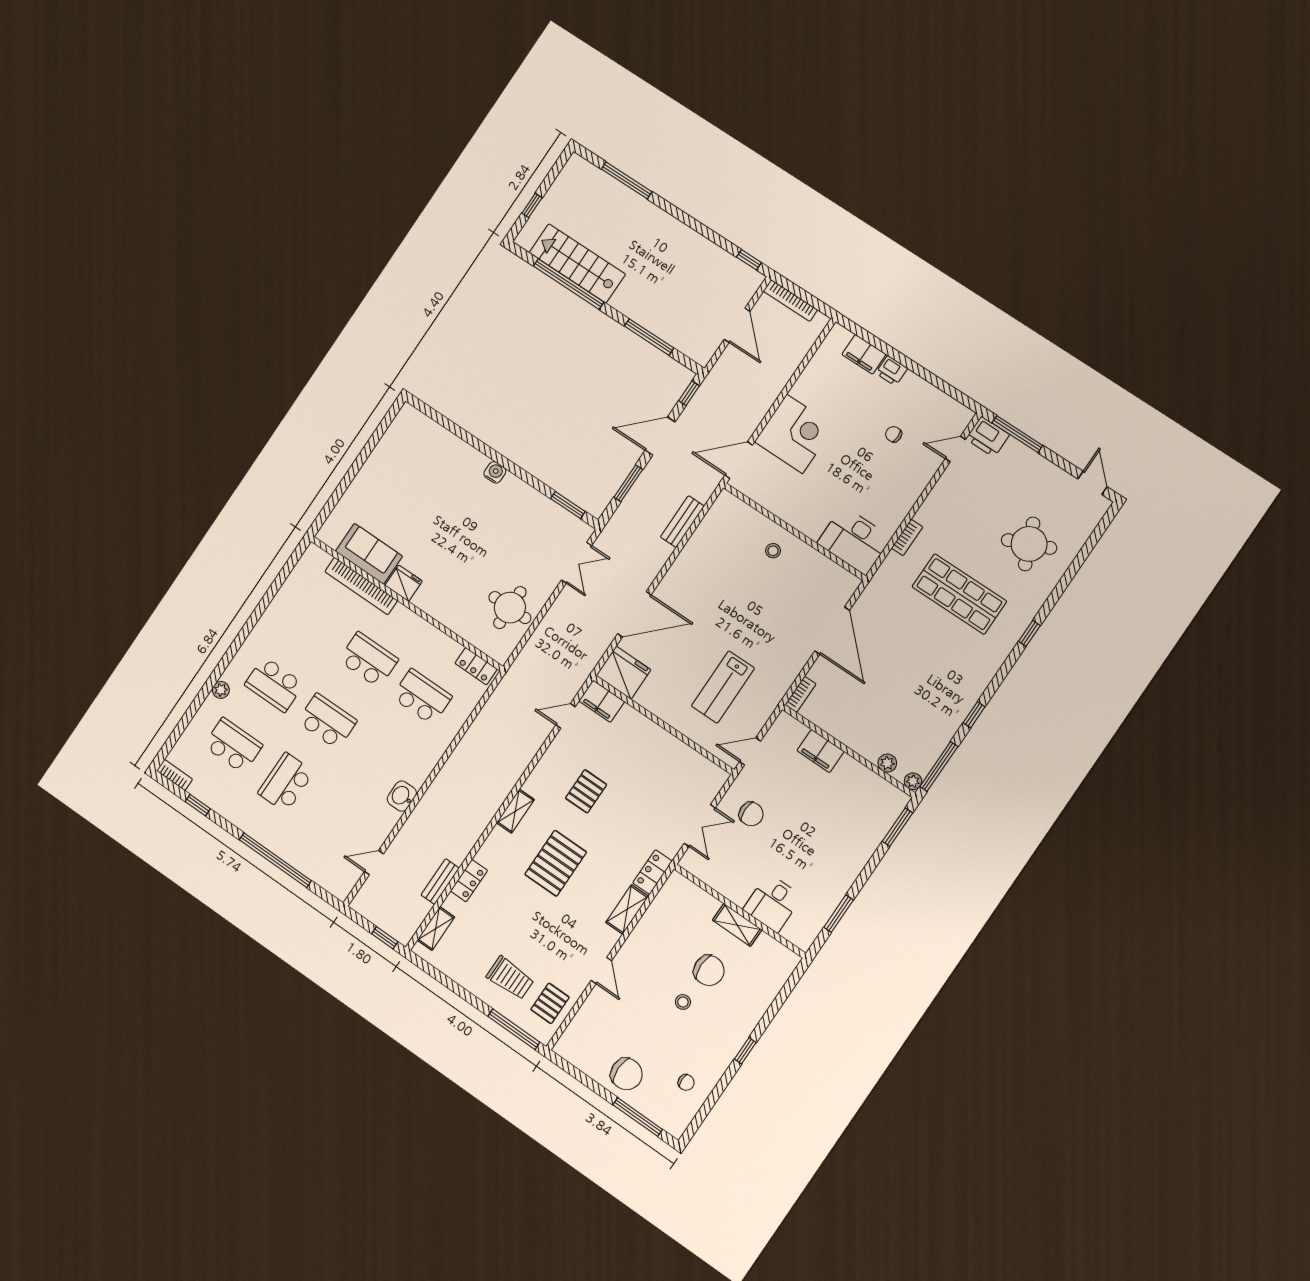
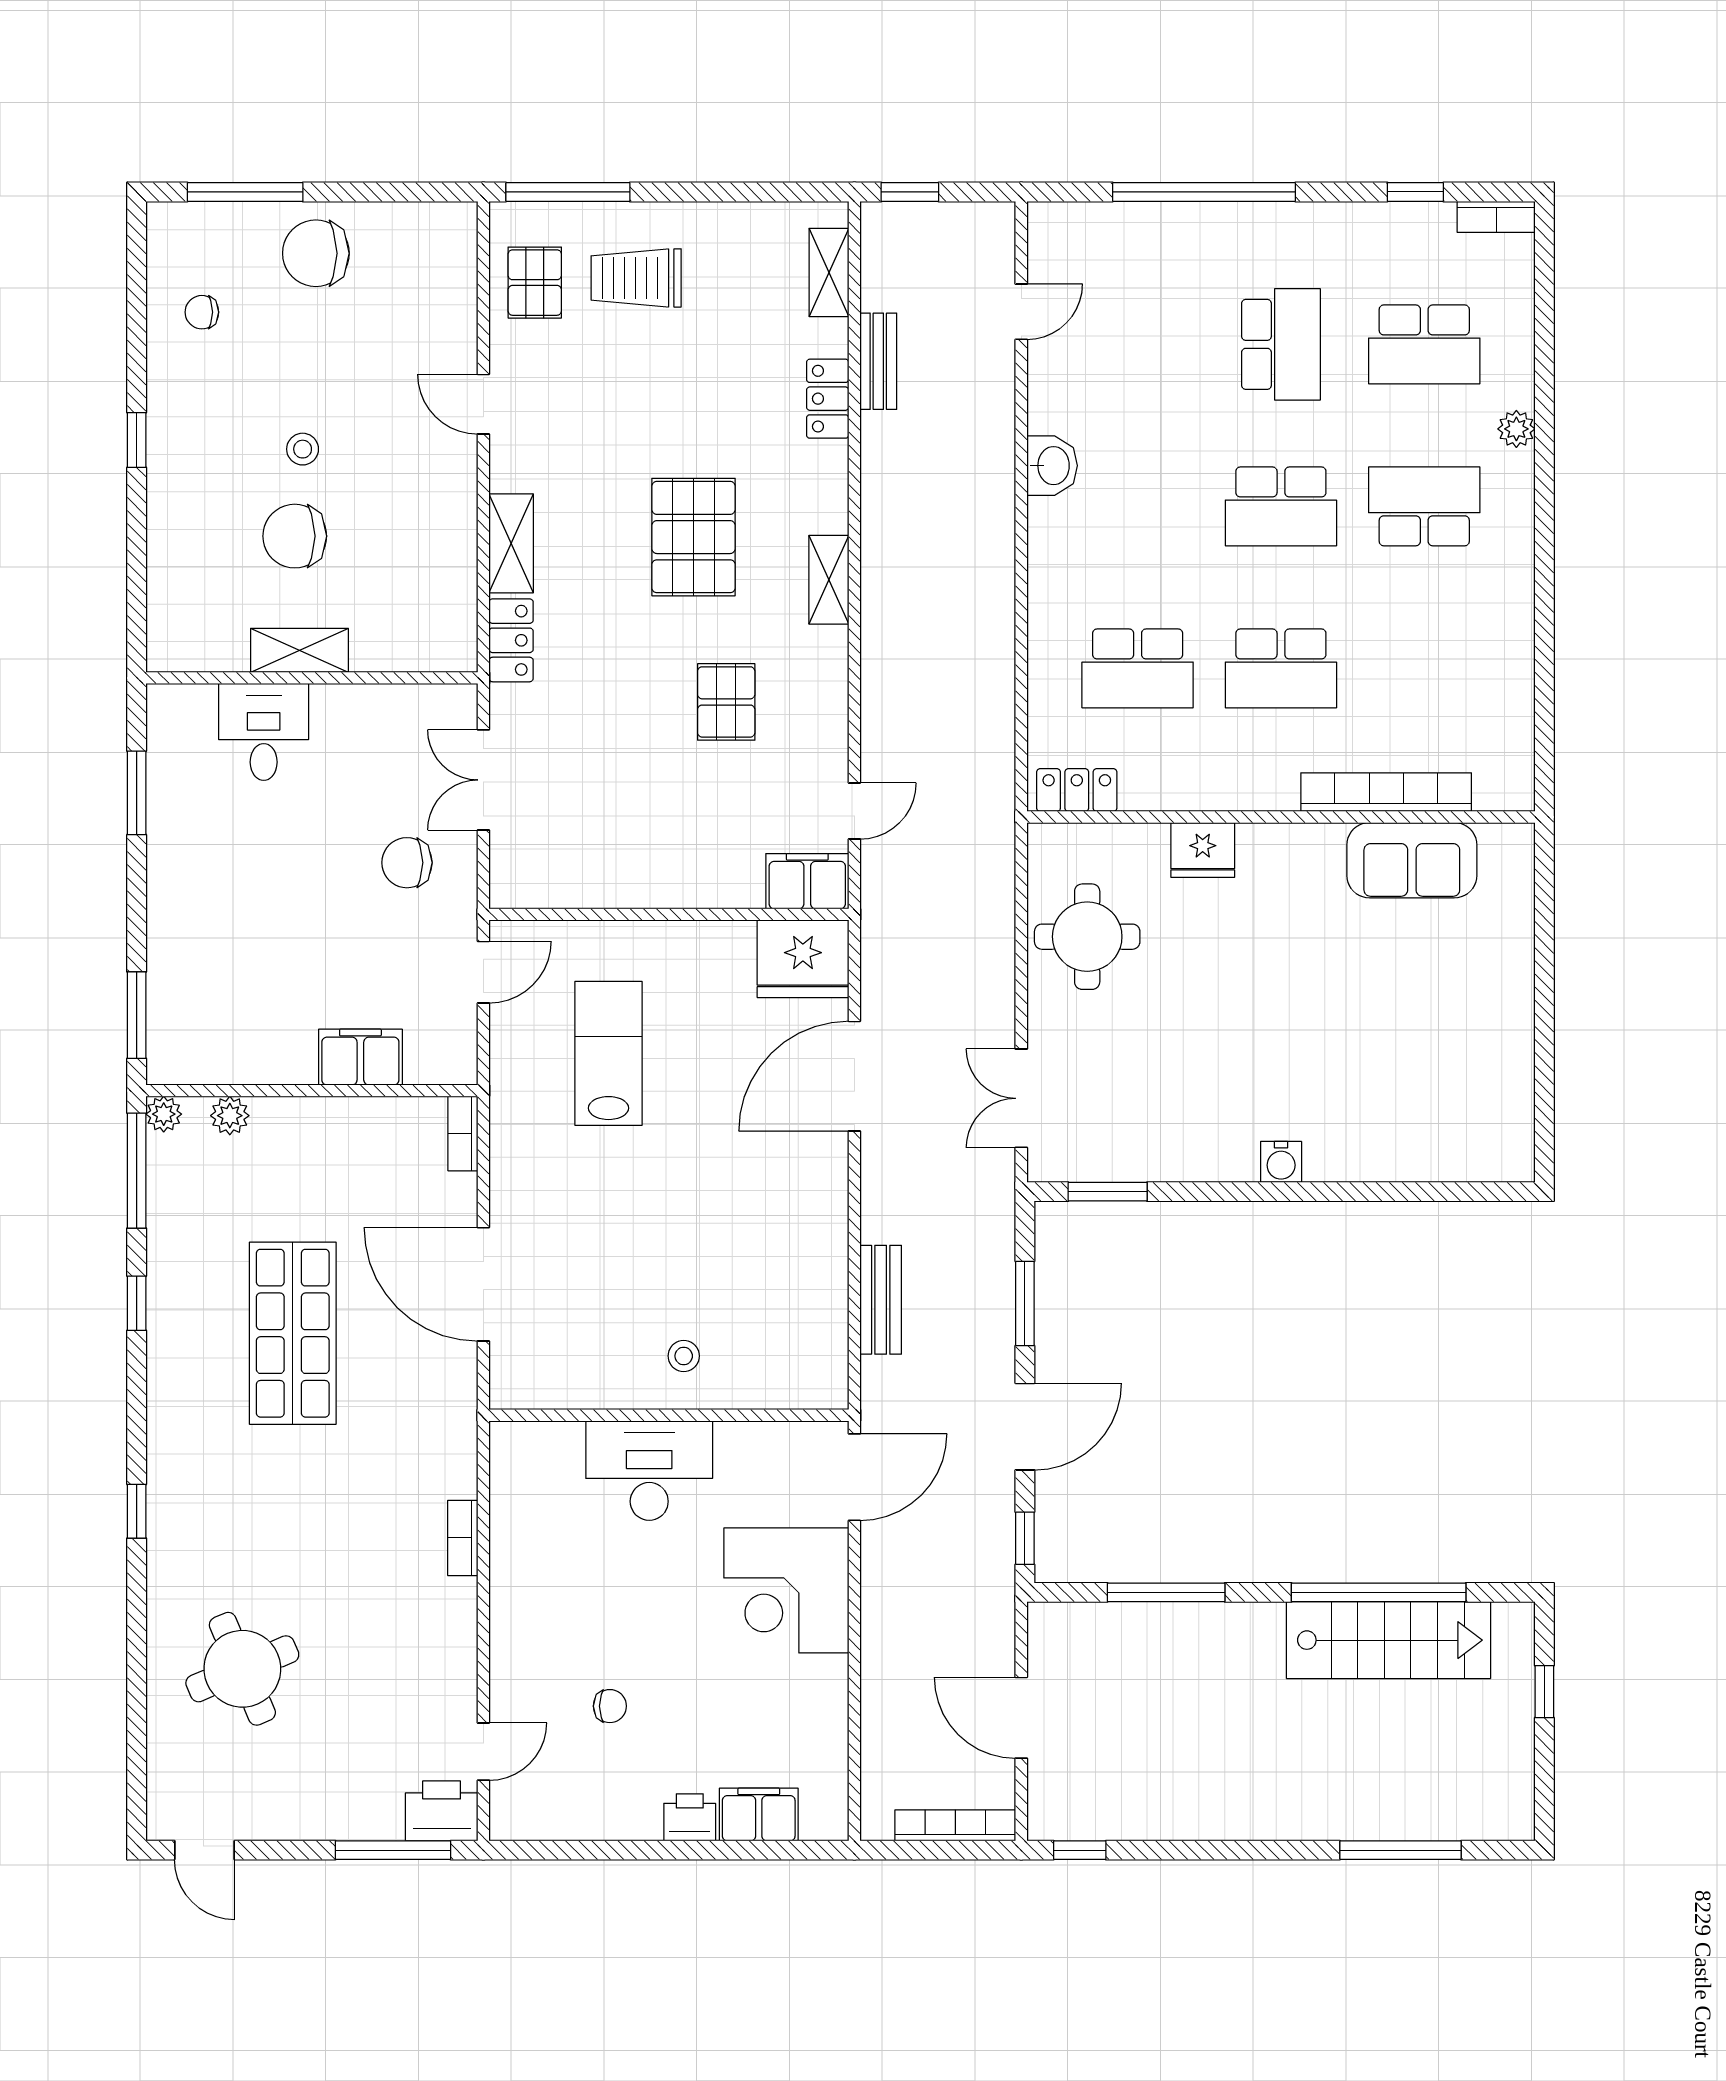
desk: (854, 540) -> (649, 1471), moved
fridge: (404, 583) -> (1203, 850), moved
shop shelf: (959, 594) -> (293, 1333), moved, turned 90

